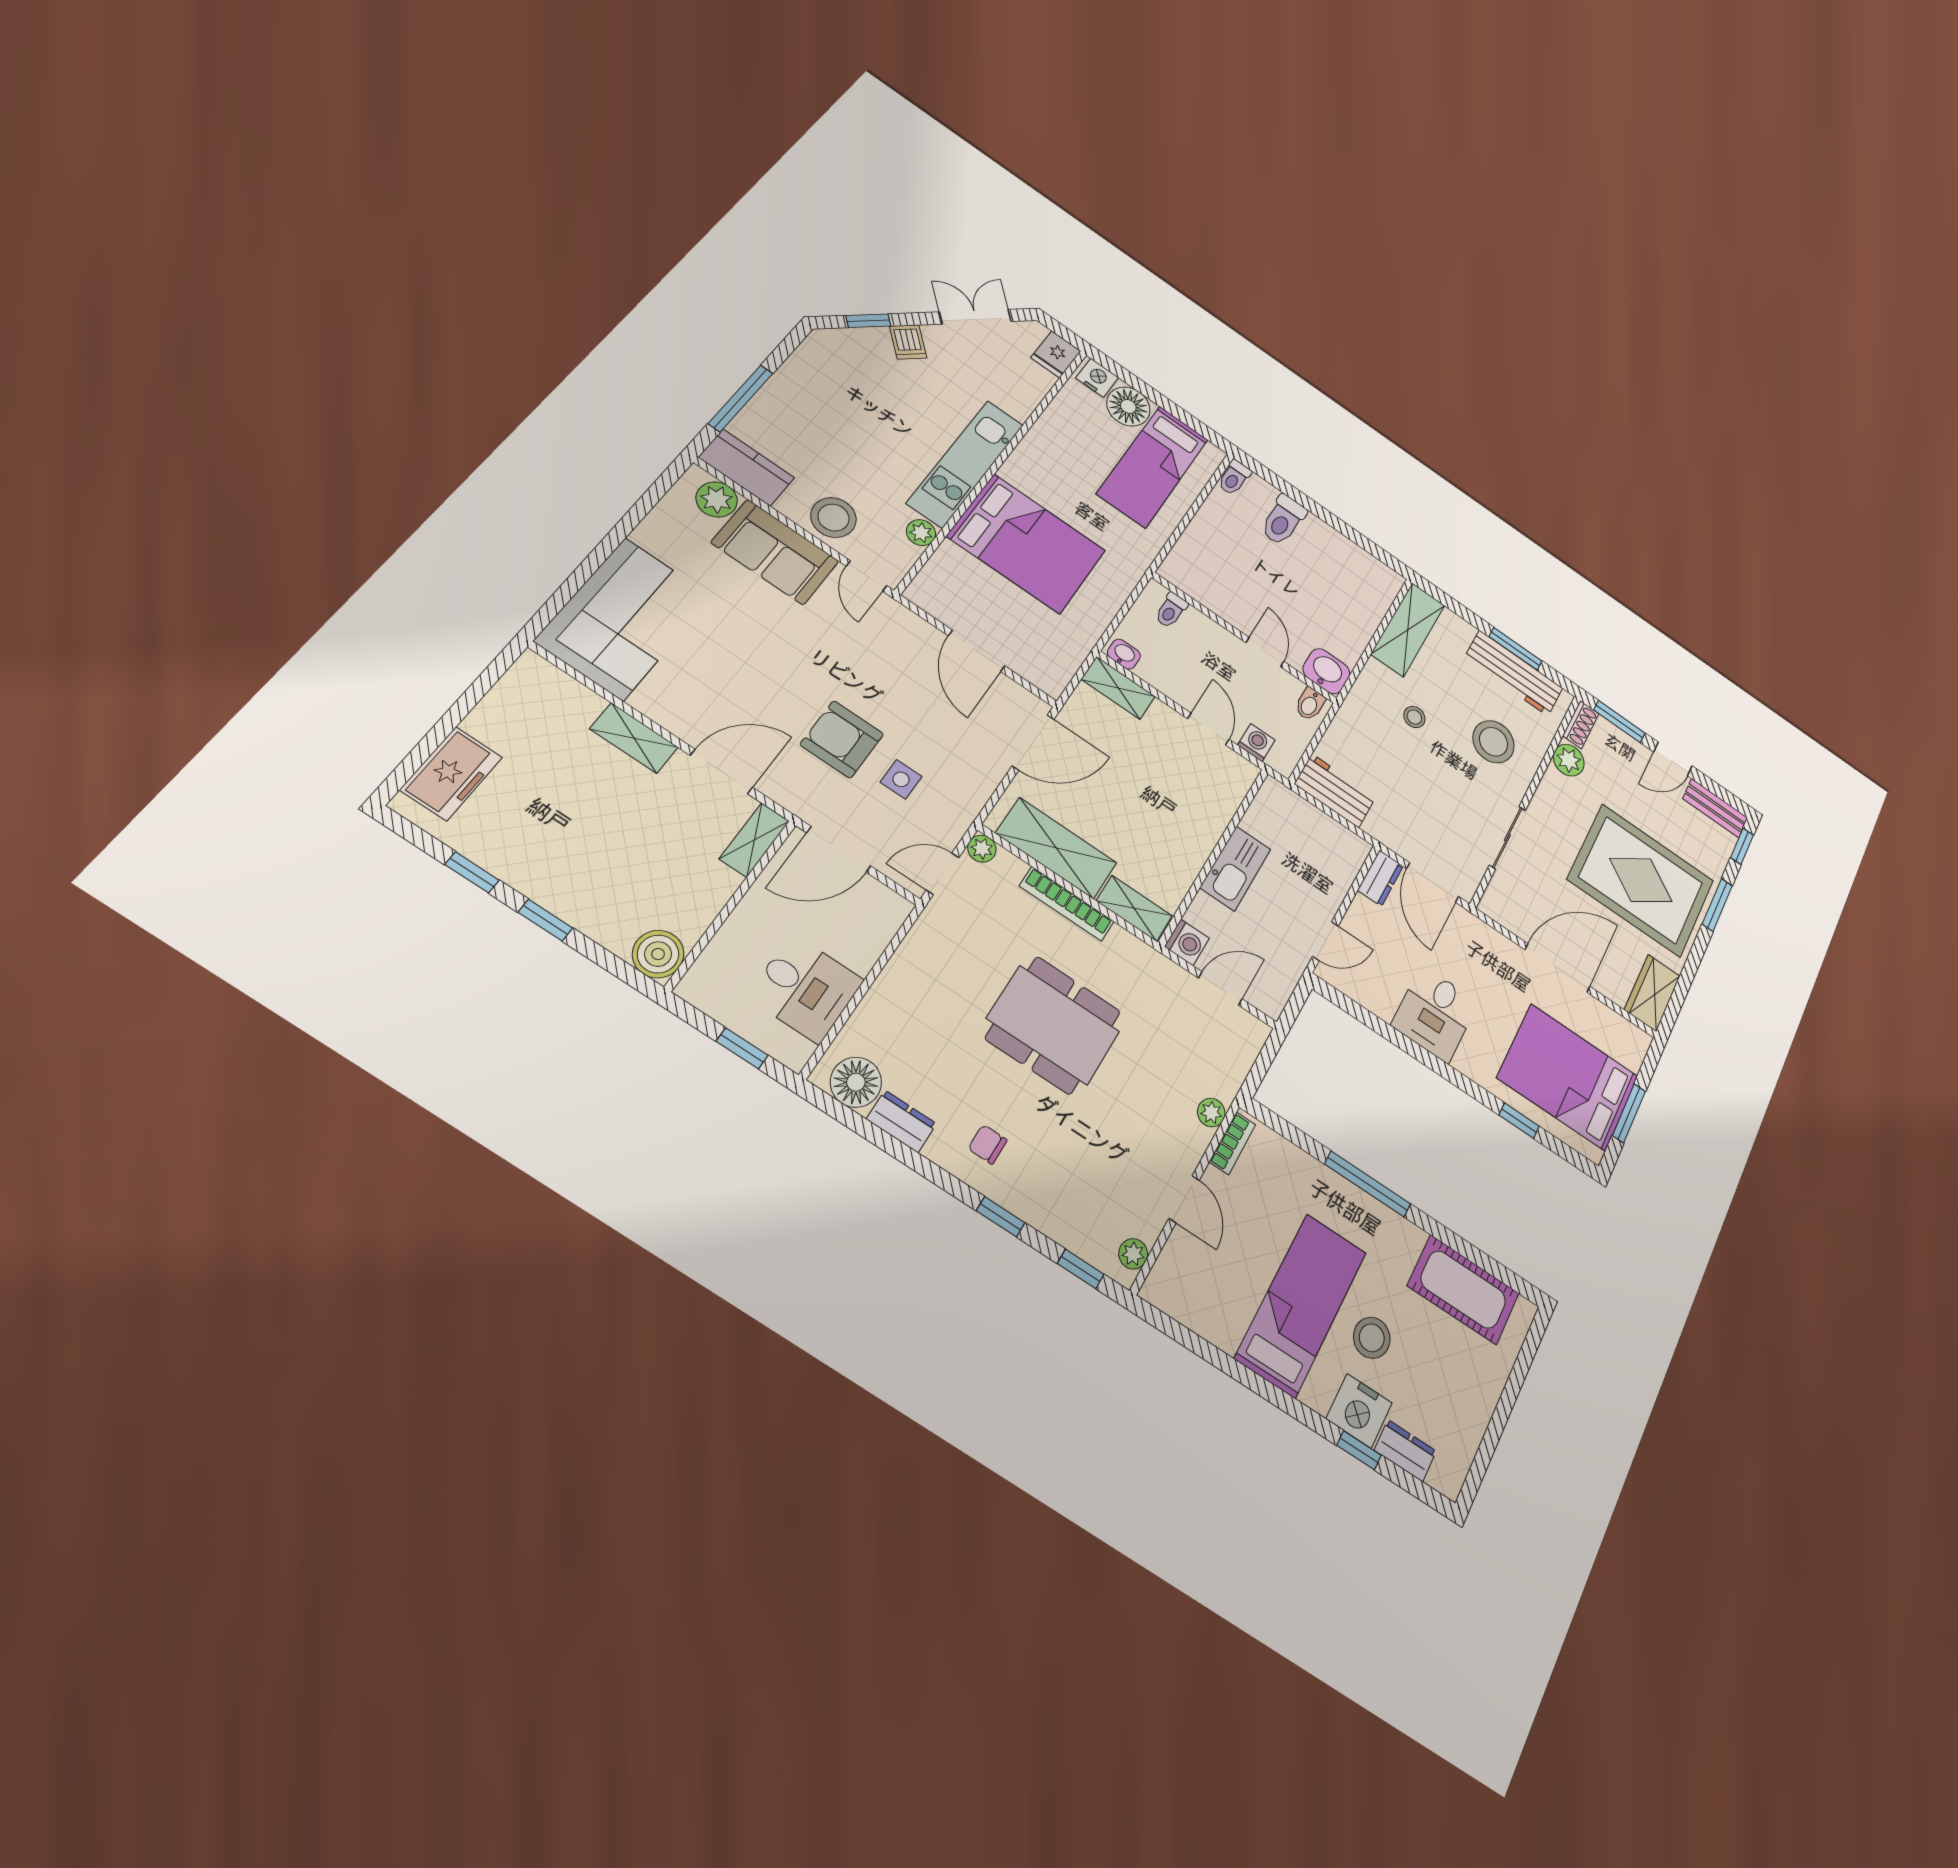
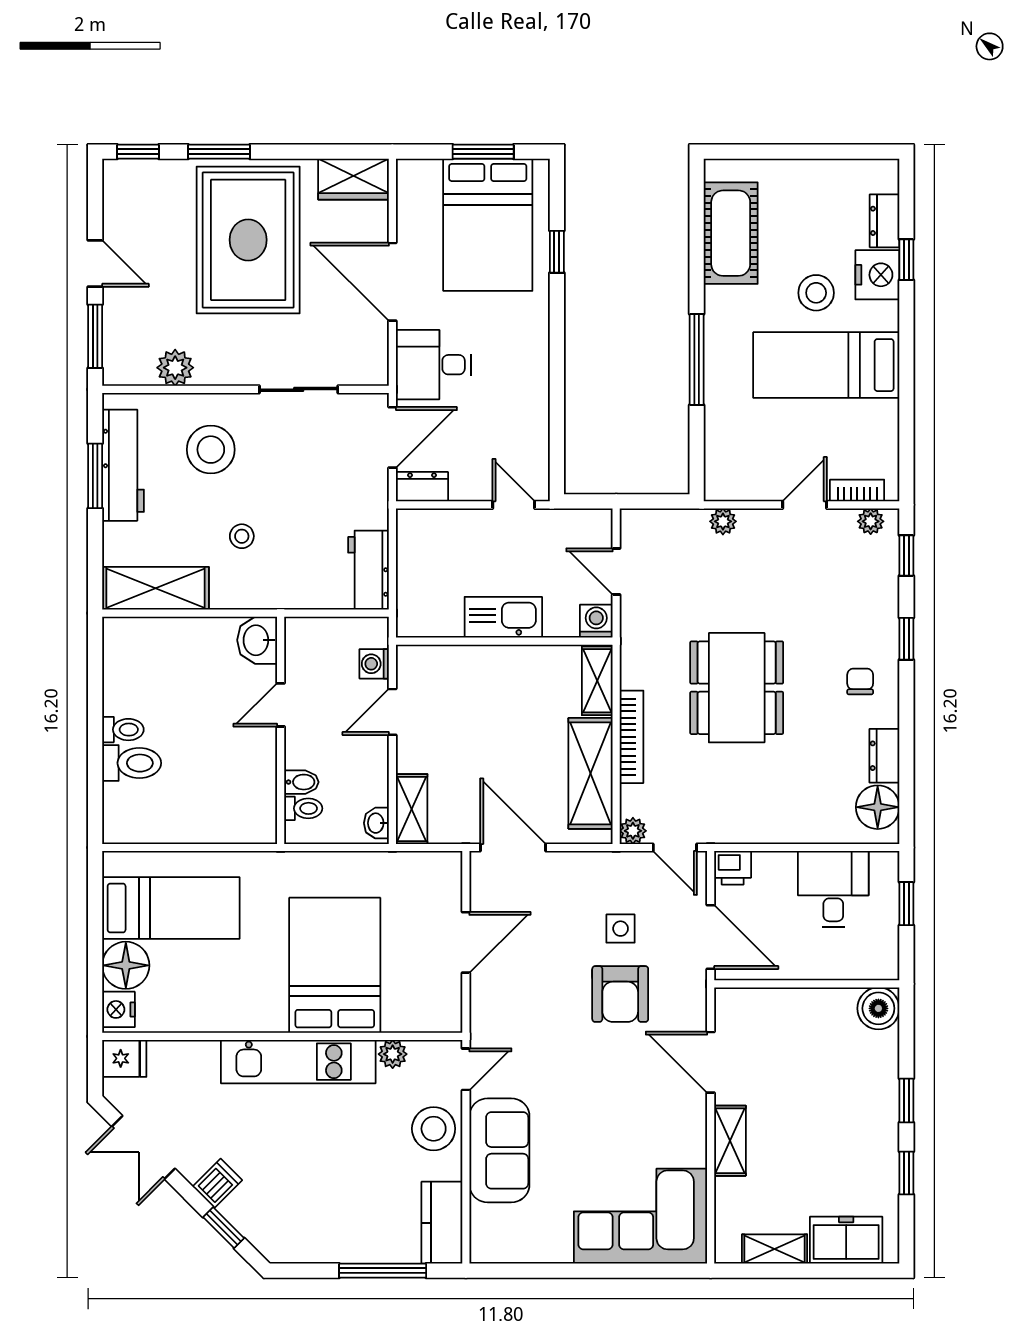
toilet: (1234, 478) -> (123, 730), moved
plant: (717, 499) -> (488, 1224), removed
bidet: (1310, 704) -> (301, 782), moved
shoe rack: (1581, 725) -> (128, 373), removed
bench: (1715, 808) -> (117, 197), removed
shelving: (754, 840) -> (775, 1249), moved
printer: (889, 911) -> (733, 868), added
desk: (1435, 1014) -> (433, 365), moved, turned 180
bookcase: (1232, 1143) -> (857, 490), moved
chair: (988, 1144) -> (860, 681), turned 180

